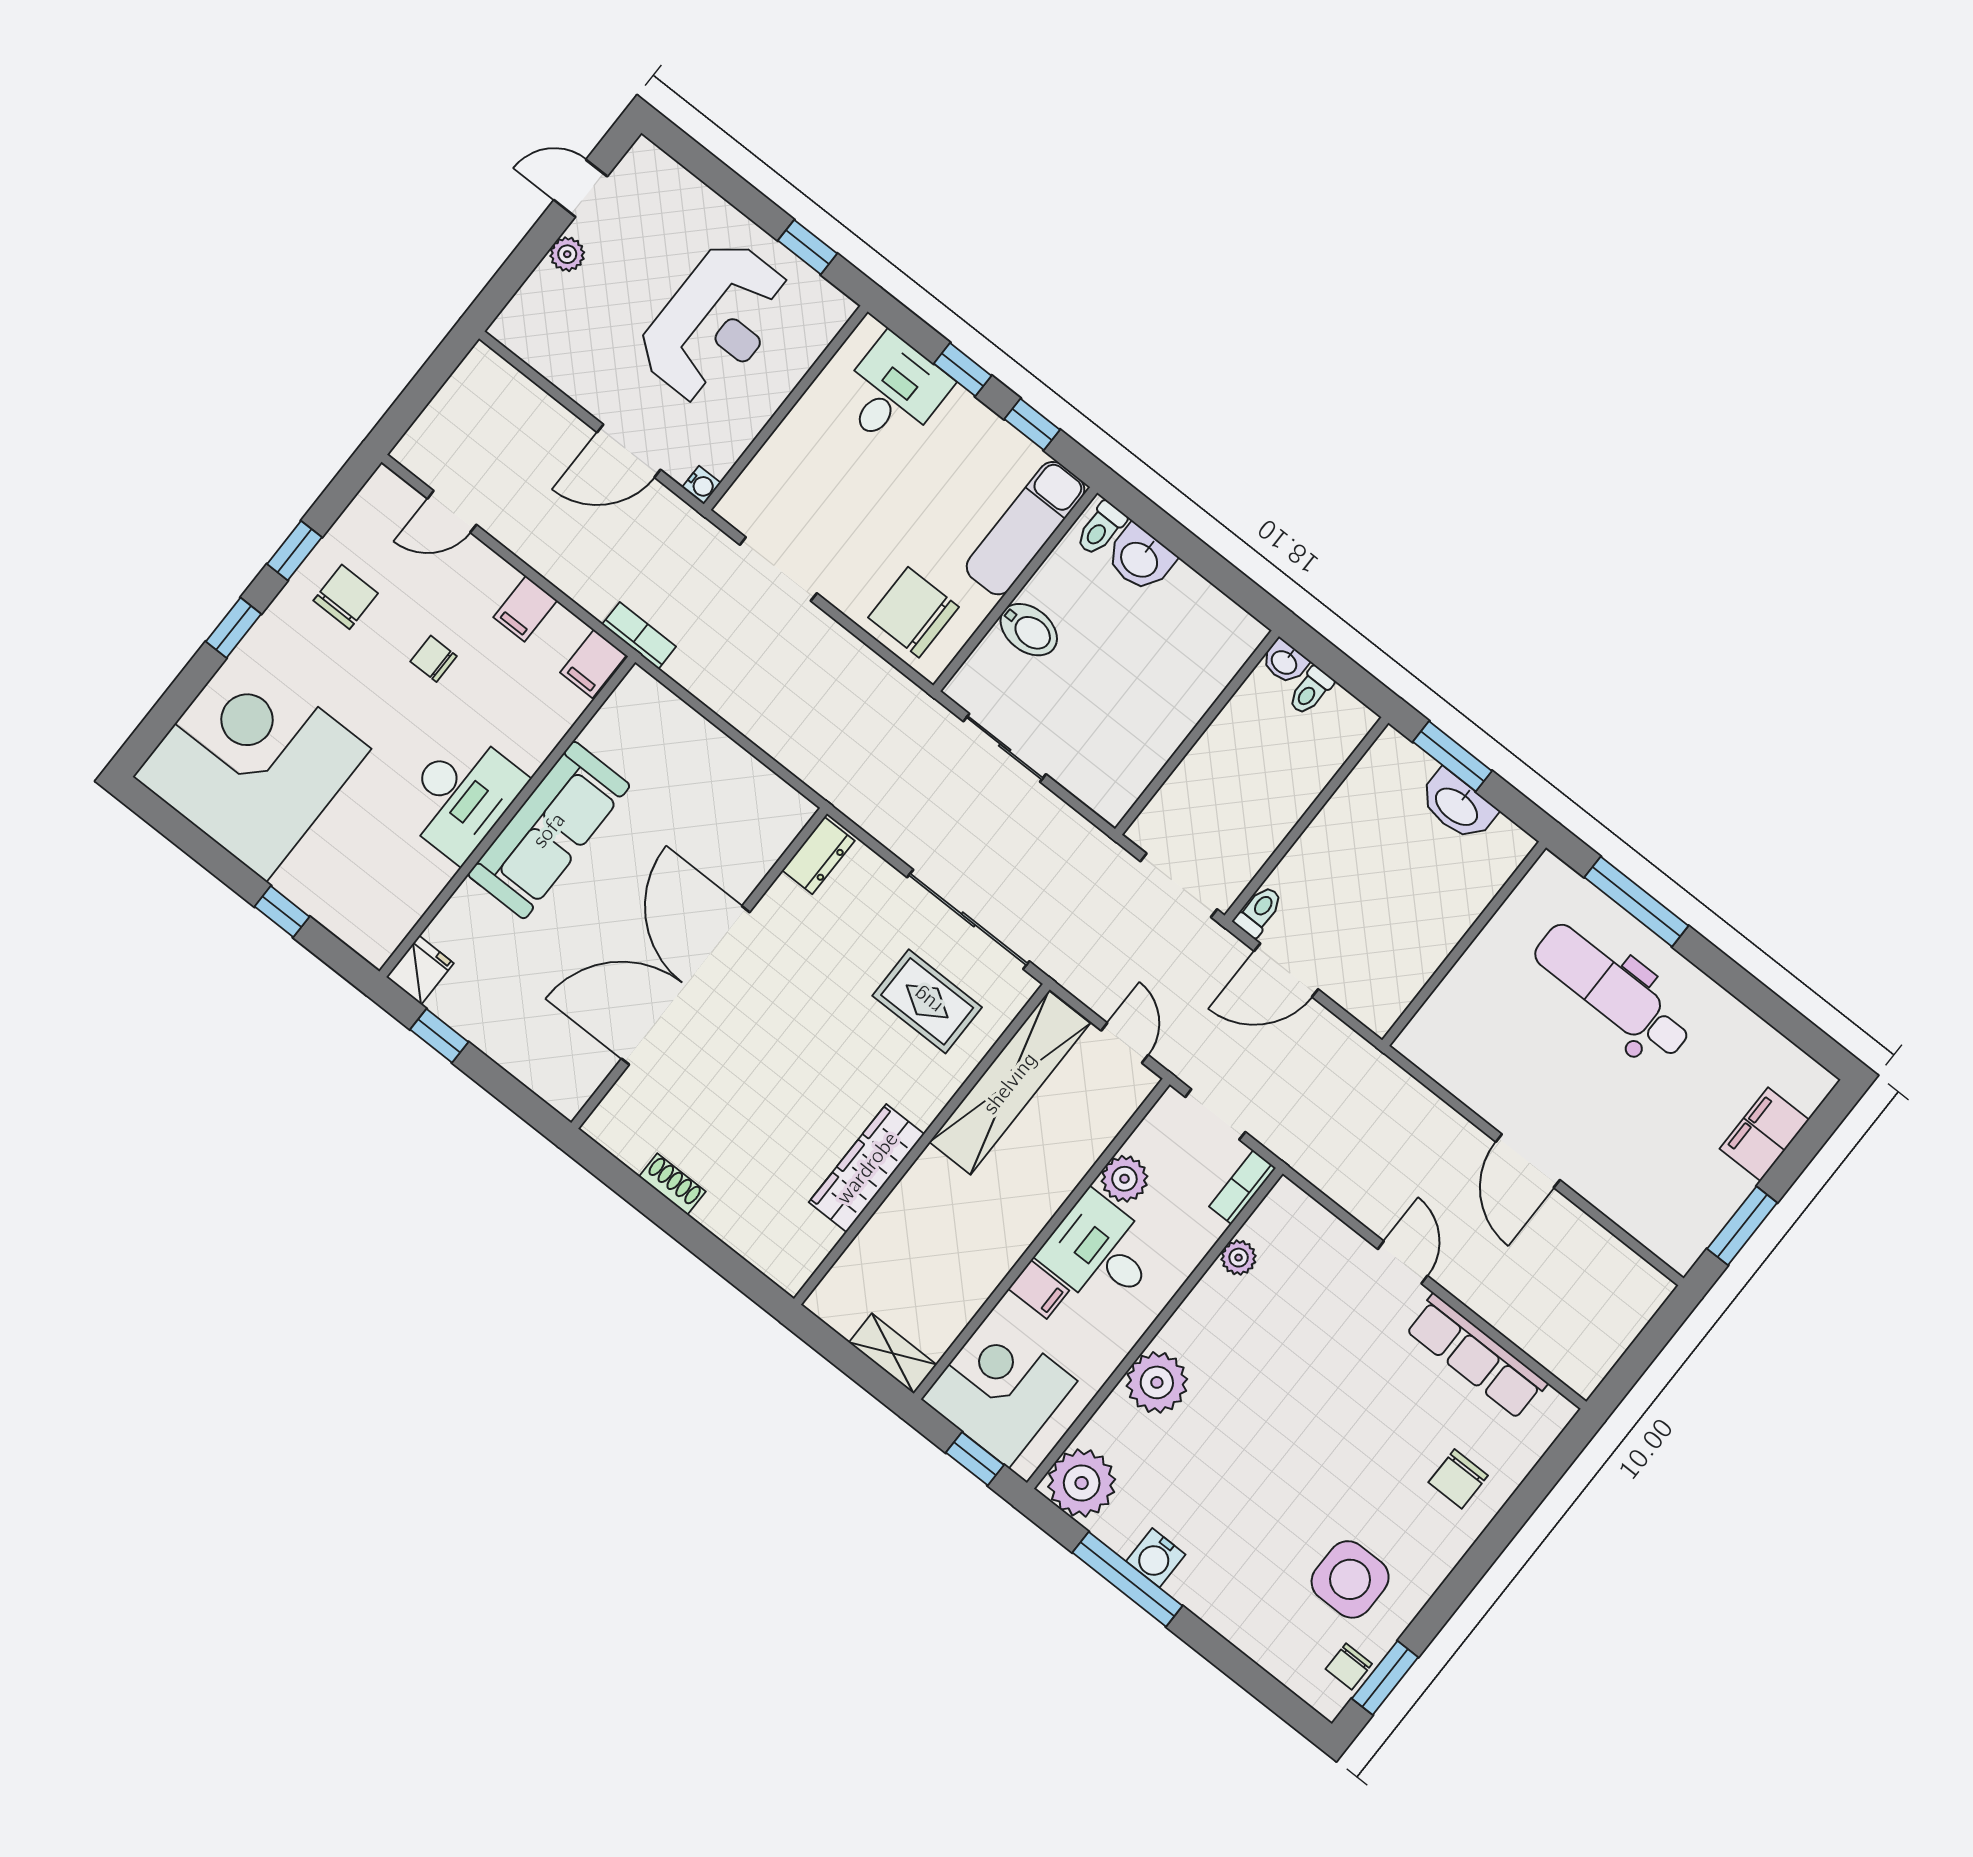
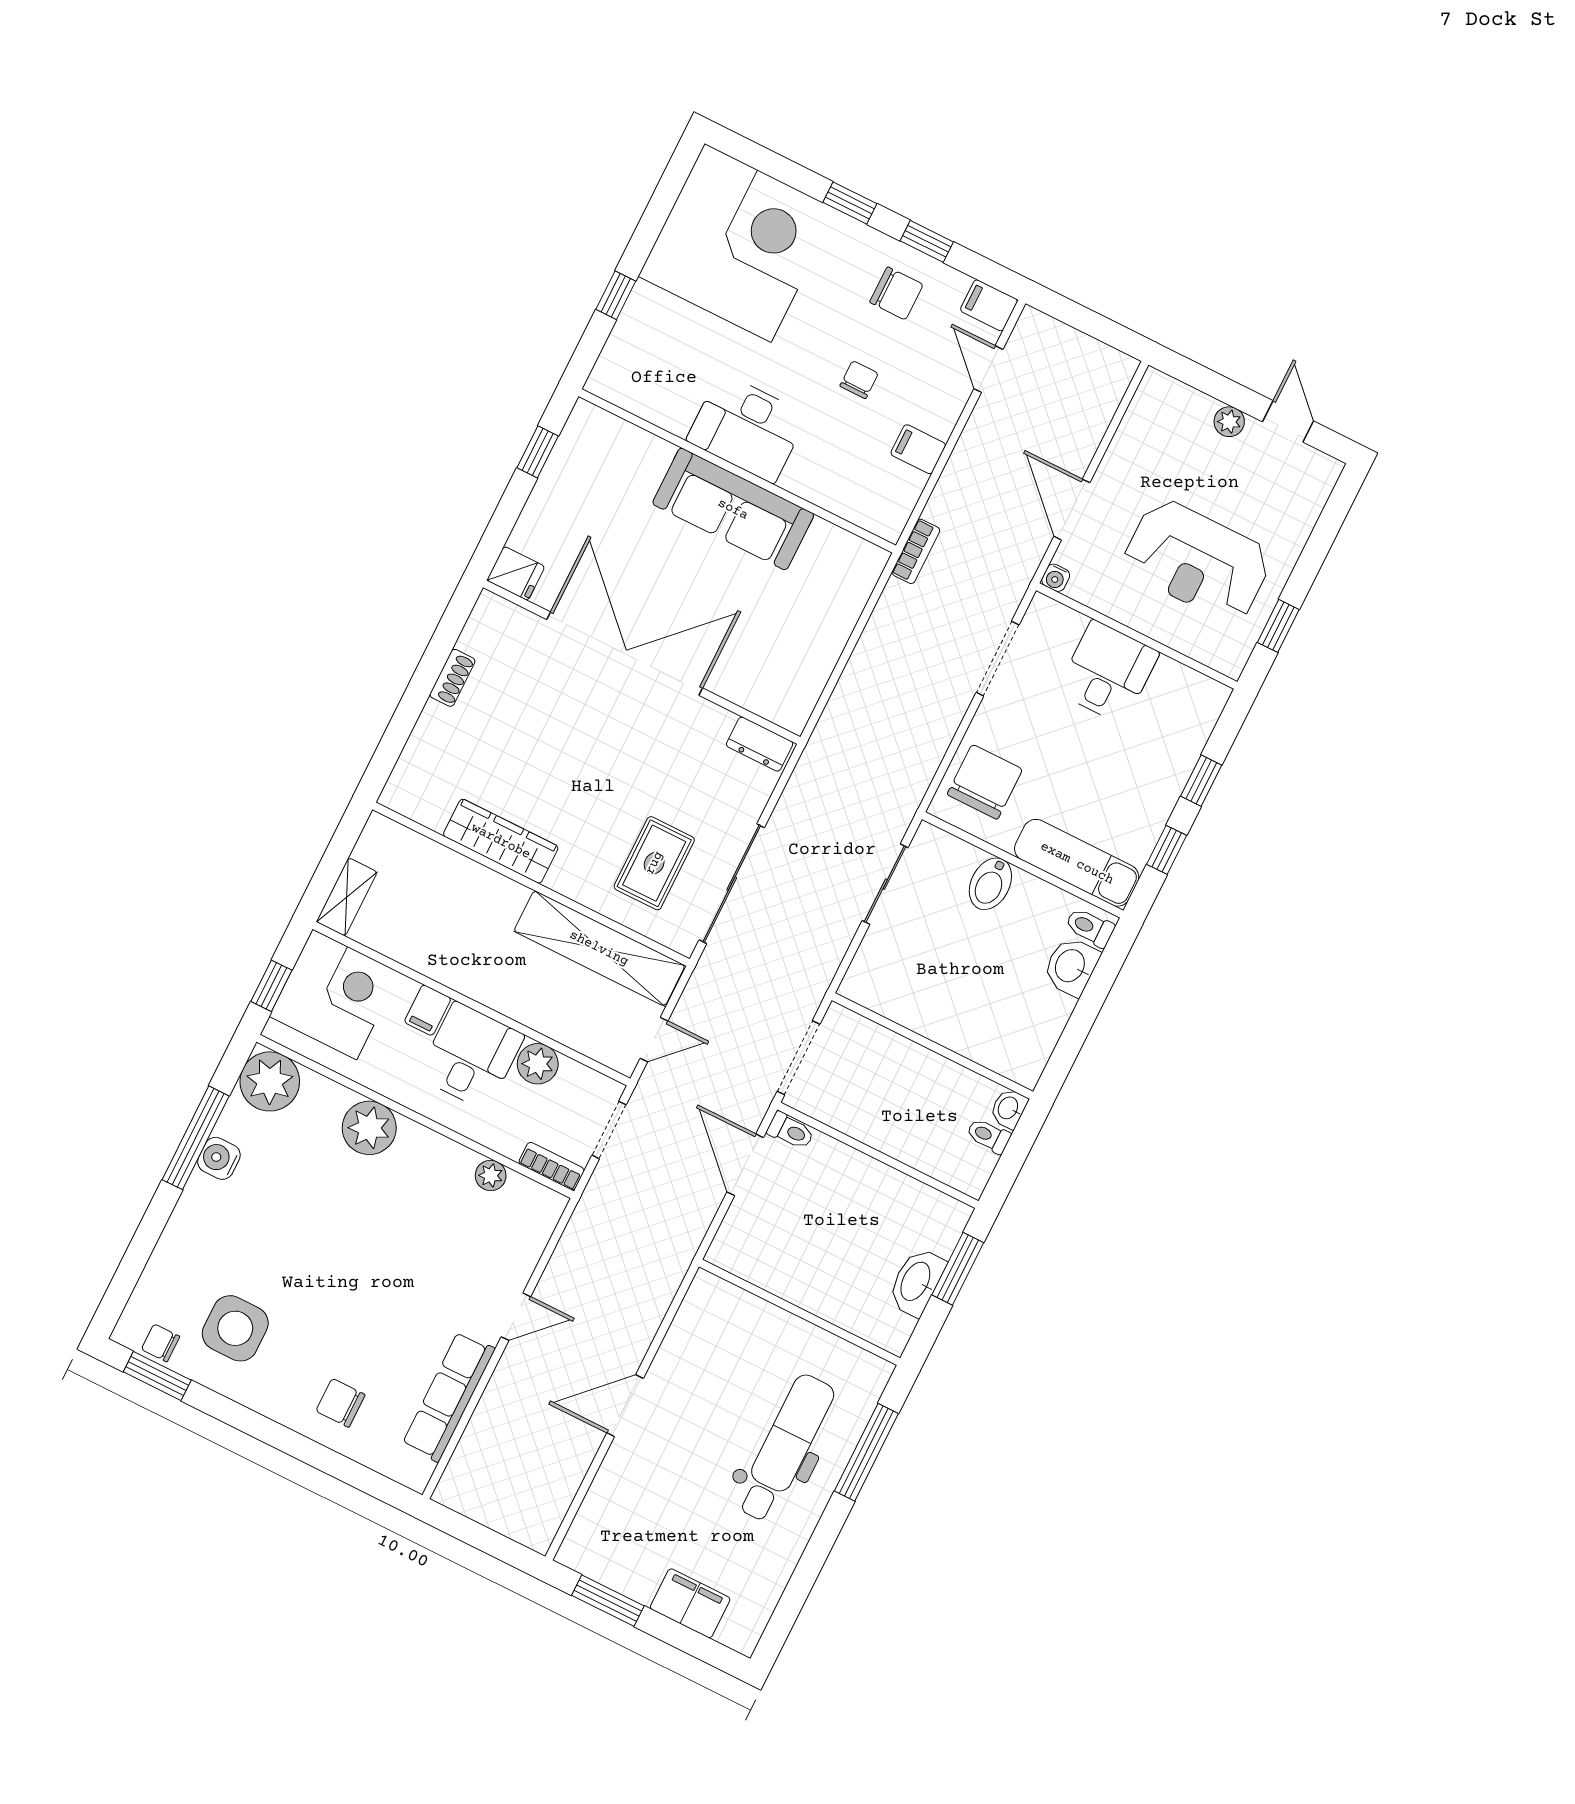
desk: (893, 392) -> (1108, 672), moved, turned -90
filing cabinet: (593, 664) -> (989, 305), moved
fridge: (420, 970) -> (516, 573), moved

